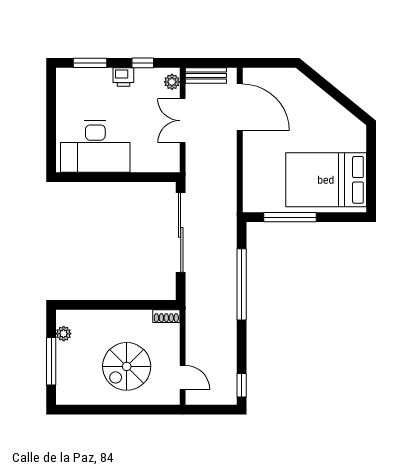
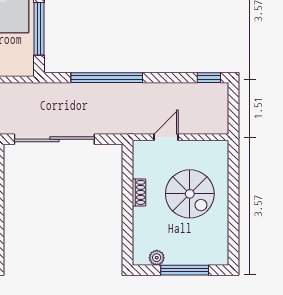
shoe rack: (166, 316) -> (139, 192), moved
door: (183, 377) -> (166, 137), moved

